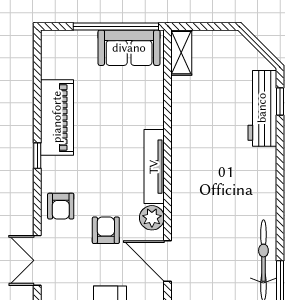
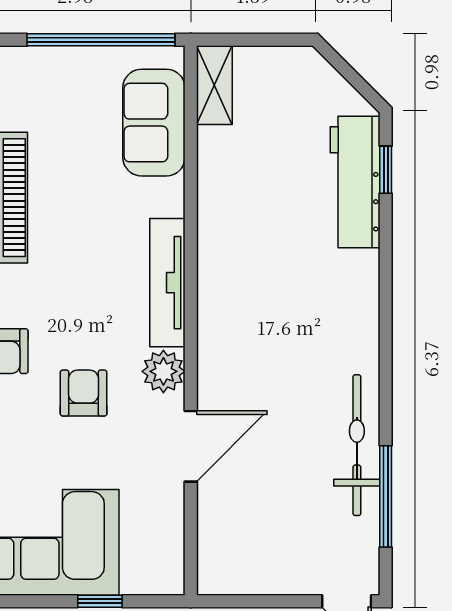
sofa: (129, 48) -> (154, 123), moved, turned 90
door: (168, 261) -> (191, 446), swing flipped

